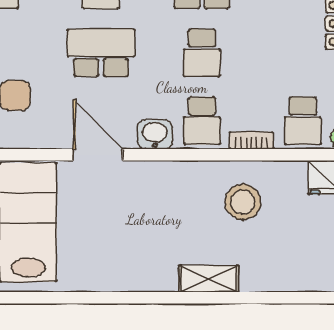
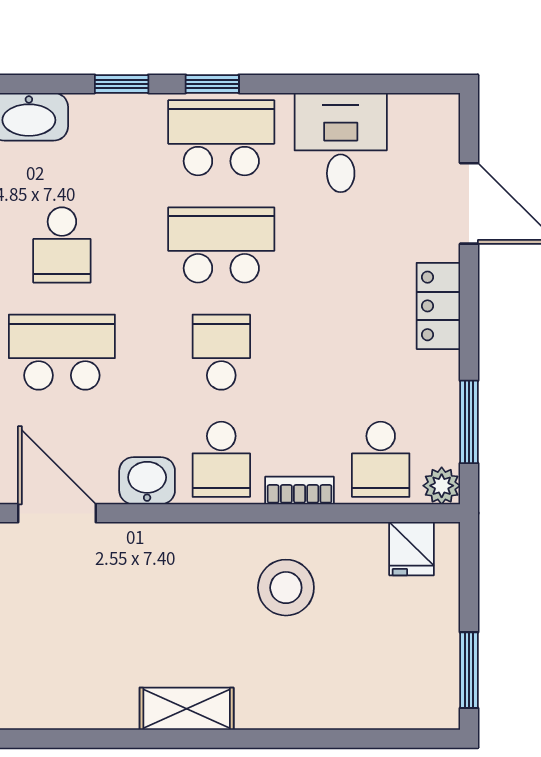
school desk: (202, 53) -> (221, 352), turned 180
shelving: (209, 279) -> (187, 709), moved

